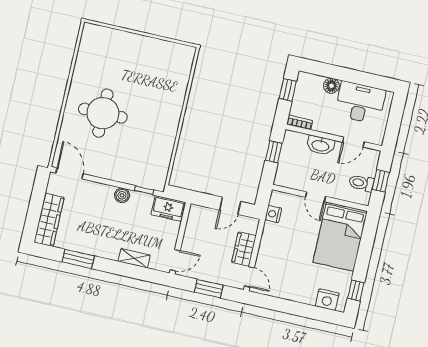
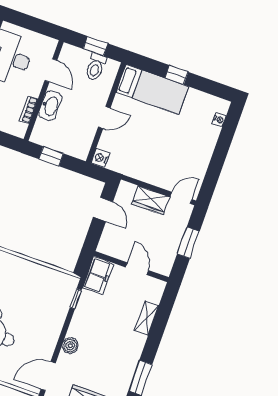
bookcase: (299, 122) -> (29, 110), moved
boiler: (122, 195) -> (70, 346), moved
nightstand: (273, 214) -> (100, 158), moved, turned 90
bed: (340, 237) -> (152, 89), width x0.67
door: (175, 260) -> (137, 269), moved
window: (356, 291) -> (177, 75), moved
nightstand: (327, 300) -> (219, 120), width x0.53, depth x0.56

